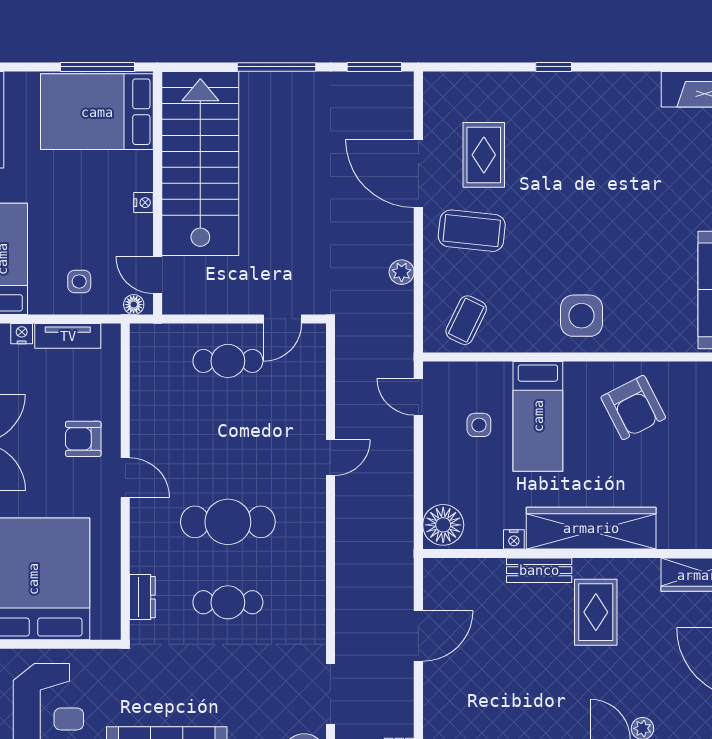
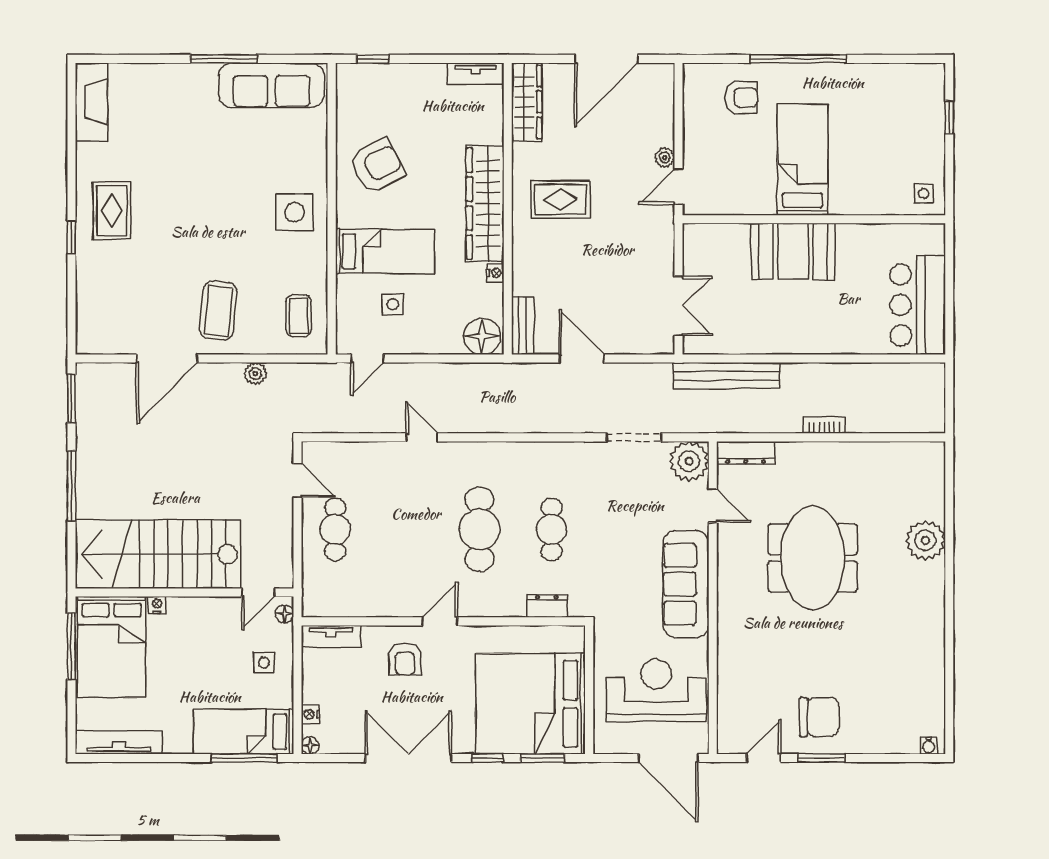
rug: (484, 155) -> (112, 211), moved, turned 90
nightstand: (144, 203) -> (157, 605), moved
coffee table: (466, 320) -> (298, 316), turned 64
tv unit: (68, 336) -> (331, 637), moved, turned 90
bench: (539, 570) -> (523, 325), moved

